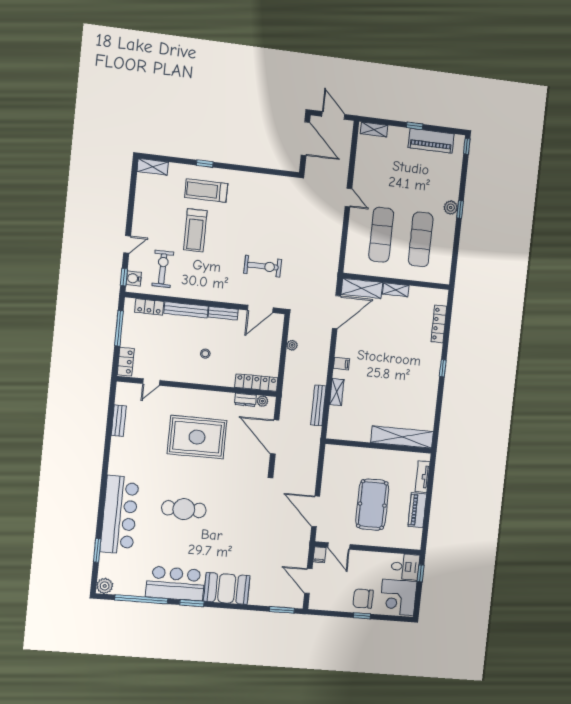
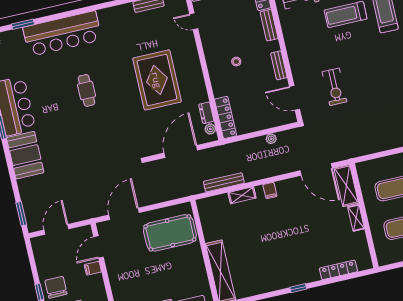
bench: (186, 310) -> (269, 25), width x0.73
pool table: (372, 505) -> (170, 233), moved
cafe table: (184, 509) -> (86, 90), width x0.73, depth x0.74
filing cabinet: (320, 555) -> (93, 268), moved

